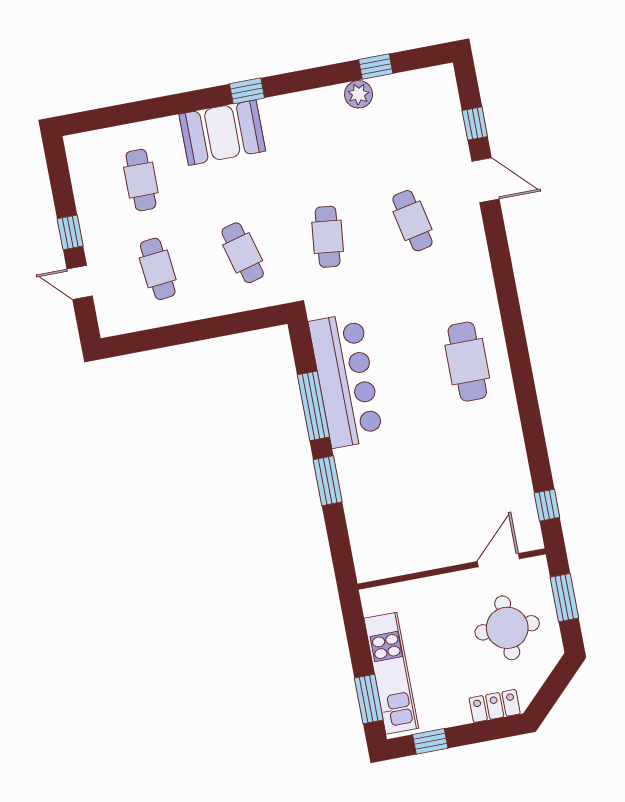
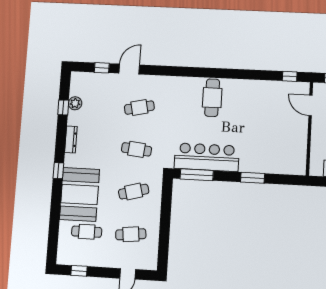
plant: (359, 94) -> (75, 103), moved
dresser: (315, 99) -> (71, 139), added
booth: (222, 133) -> (80, 194), width x1.36, depth x1.42
window: (70, 232) -> (79, 271), moved
cafe table: (467, 362) -> (212, 98), turned 90
window: (313, 406) -> (197, 175), moved

